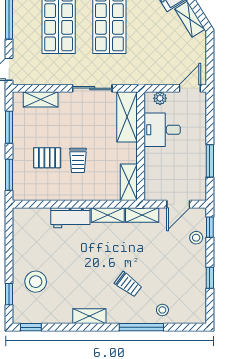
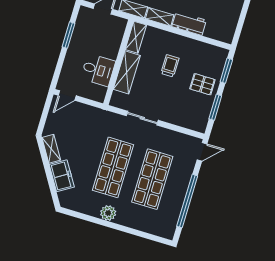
plant: (160, 98) -> (92, 95), removed
shelving: (41, 99) -> (185, 121), removed
shelving: (127, 117) -> (127, 72), moved
pallet: (47, 158) -> (202, 84), moved

